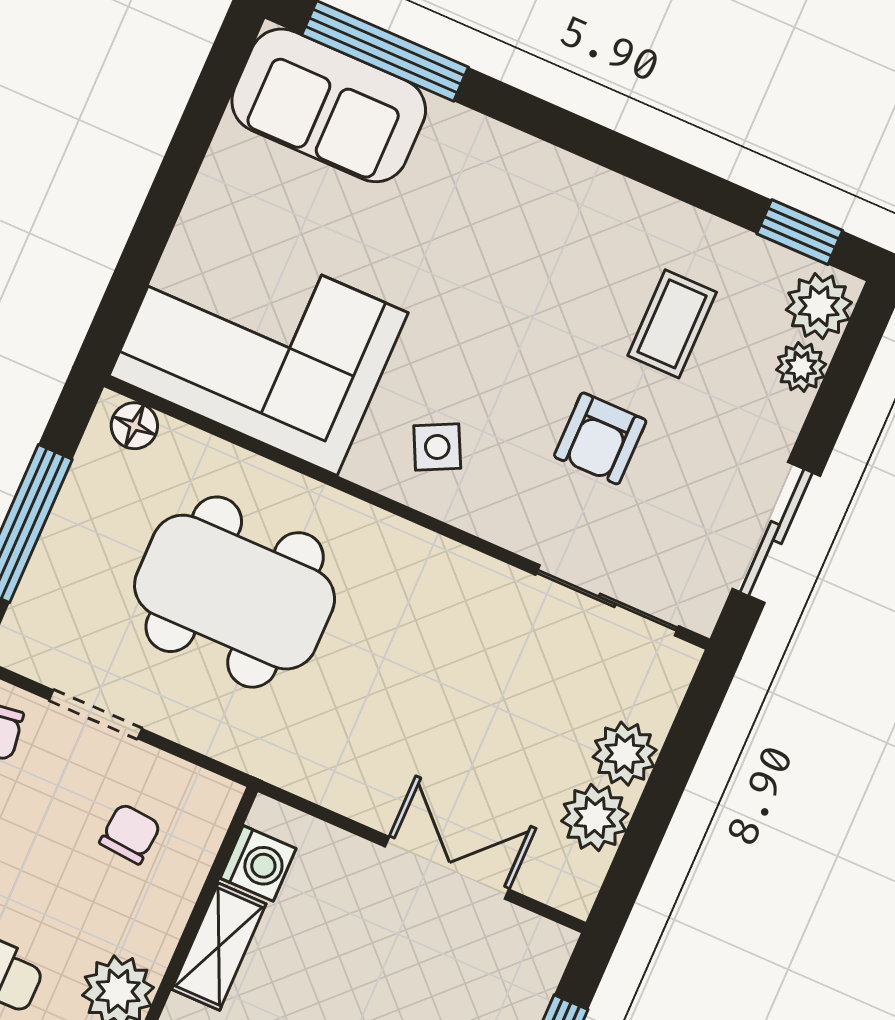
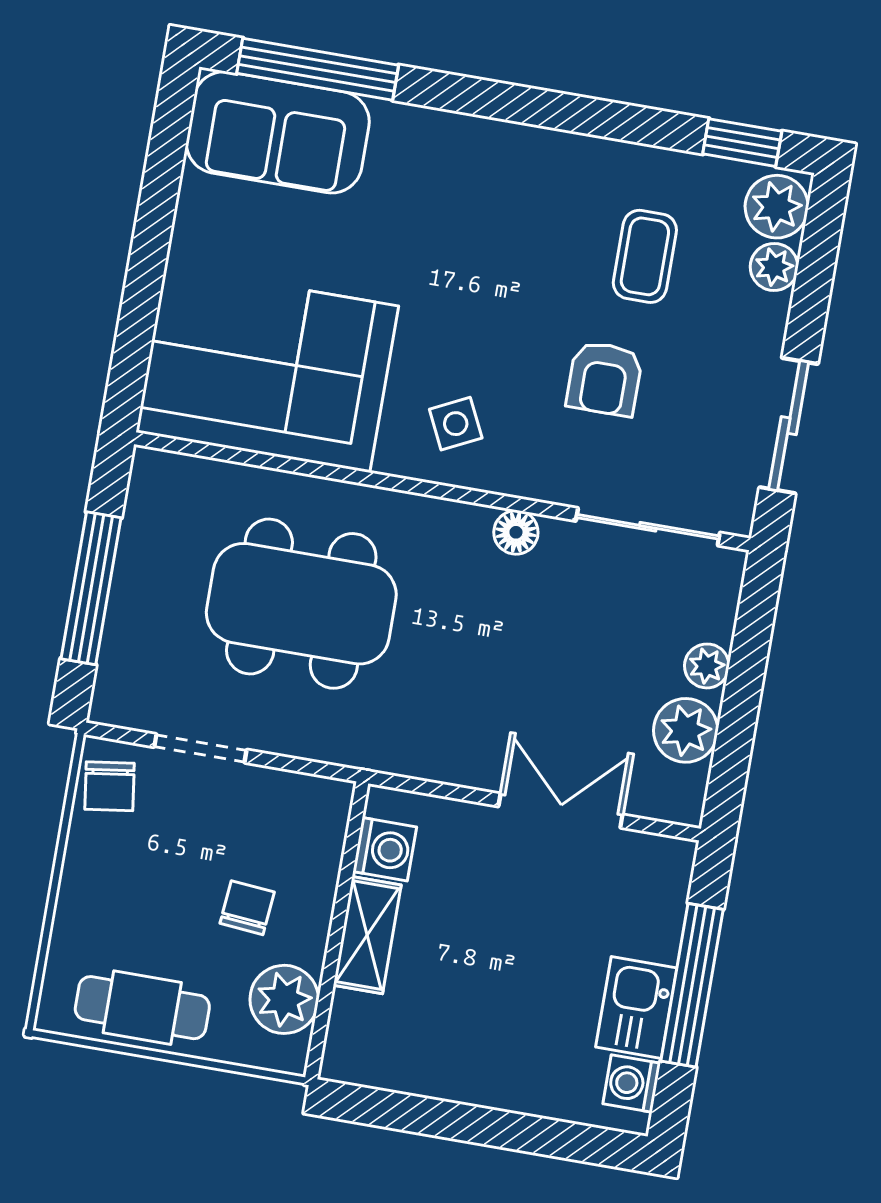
floor lamp: (134, 426) -> (516, 532), moved
plant: (625, 754) -> (707, 666), width x0.73, depth x0.73
chair: (130, 834) -> (247, 908), moved

